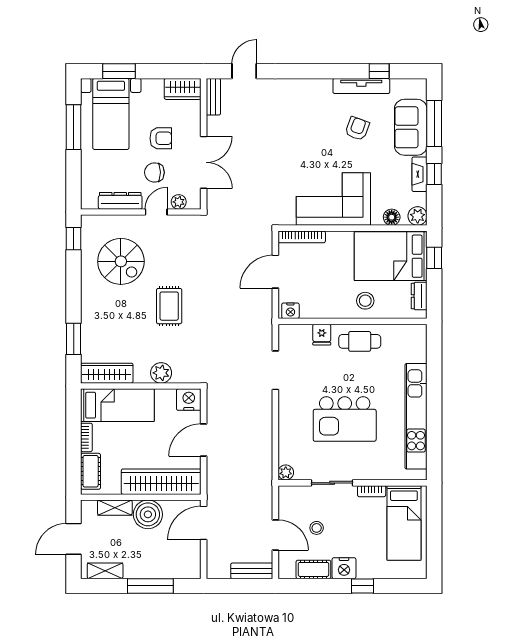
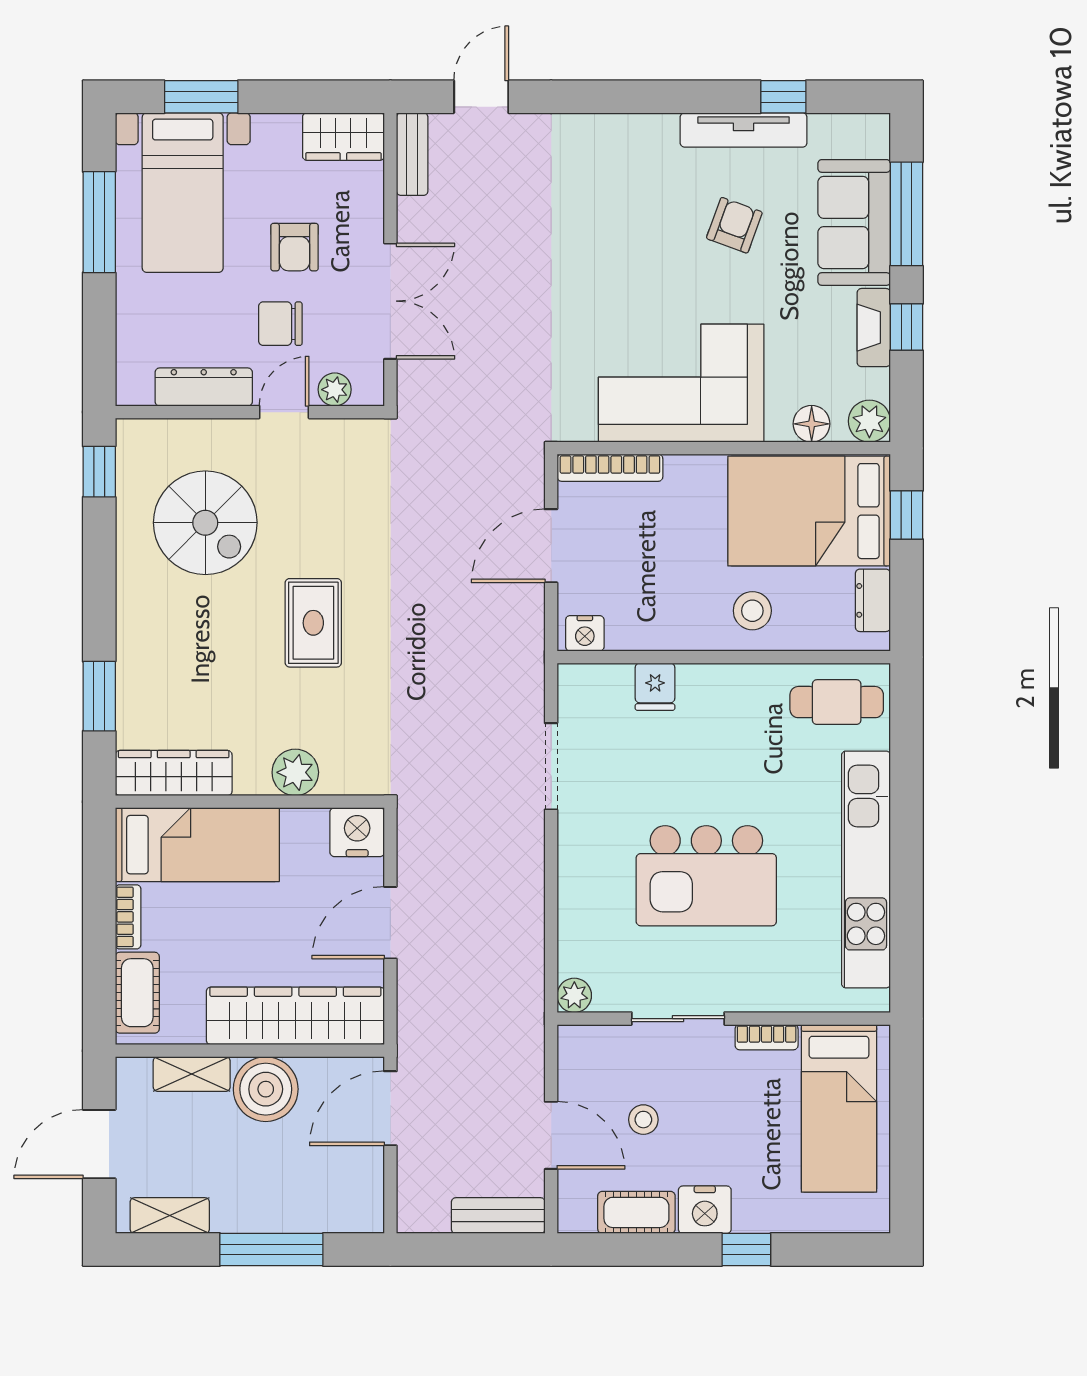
armchair: (161, 138) -> (295, 247), turned 90
cafe table: (360, 341) -> (837, 702), moved

